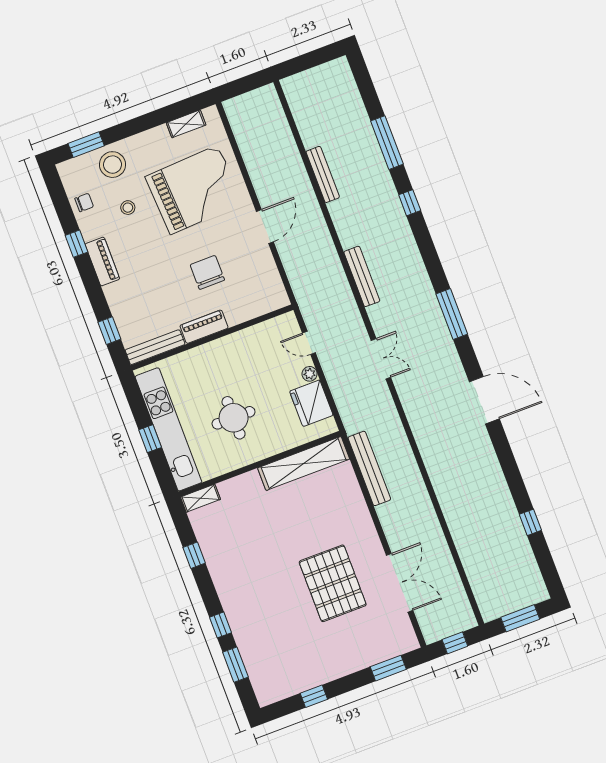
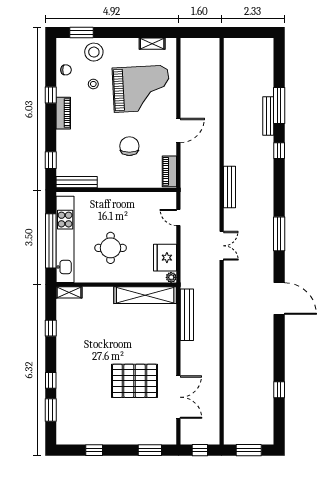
bench: (323, 174) -> (268, 116), moved
piano: (204, 327) -> (169, 171), moved, turned -90
plant: (310, 374) -> (171, 277), moved
window: (150, 439) -> (51, 241), width x3.17
pallet: (333, 583) -> (135, 381), turned 90

